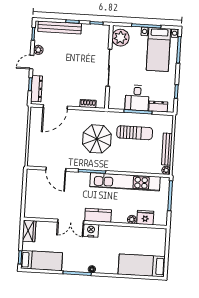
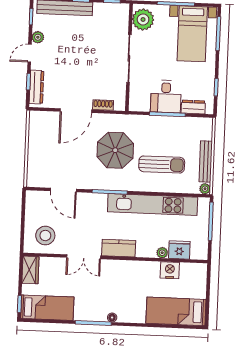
door: (55, 107) -> (76, 111), moved
sun lounger: (135, 133) -> (162, 164), moved
stool: (41, 204) -> (45, 236), added
nightstand: (91, 230) -> (170, 270), moved

